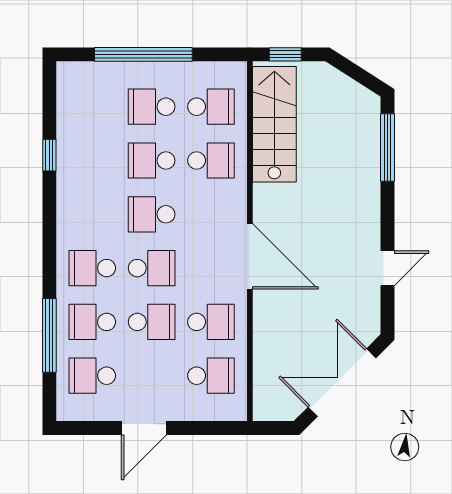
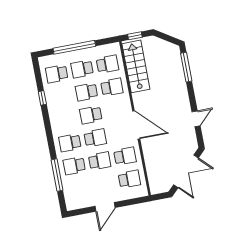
school desk: (92, 376) -> (57, 74), moved
double door: (342, 383) -> (186, 171), swing flipped

